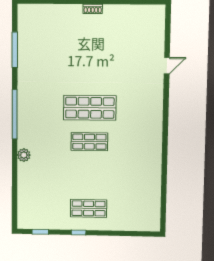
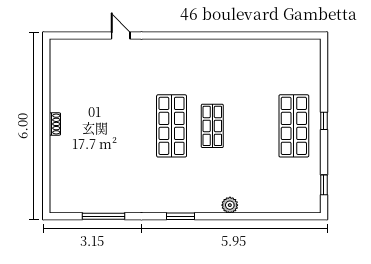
window: (15, 114) -> (180, 216), width x0.47
shop shelf: (89, 208) -> (294, 126), width x1.43, depth x1.36
window: (79, 232) -> (324, 121), moved

